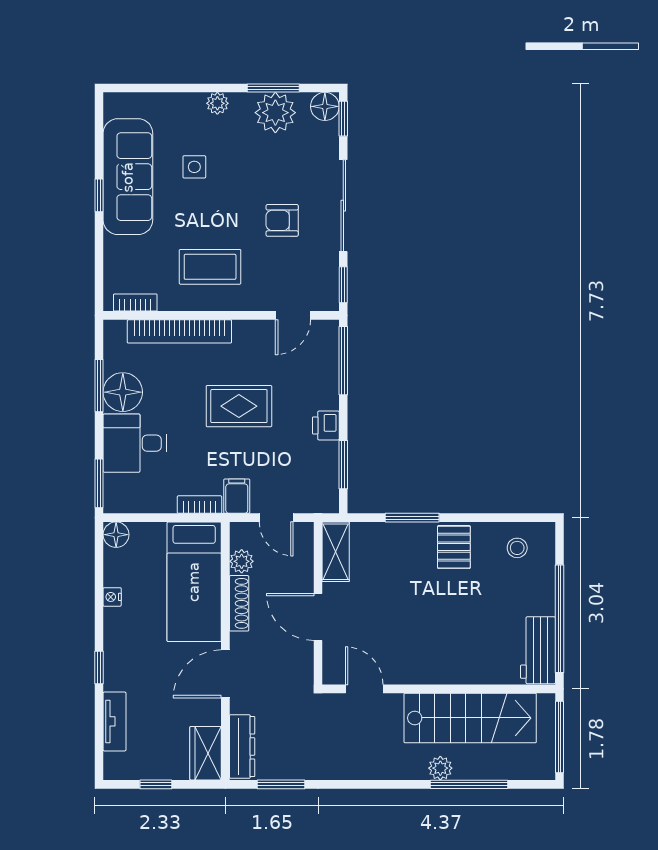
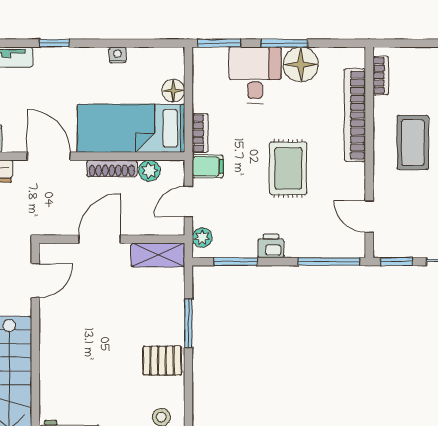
window: (99, 386) -> (284, 43), moved
plant: (316, 502) -> (202, 237), added
floor lamp: (116, 535) -> (173, 91), moved

